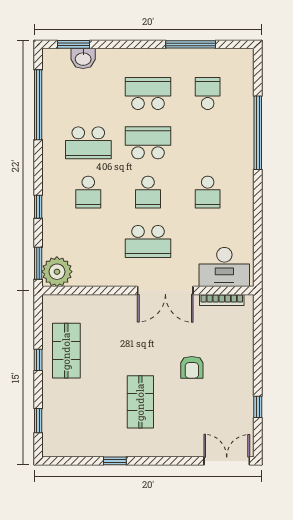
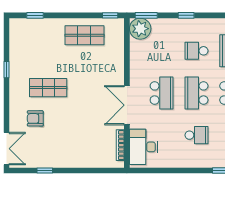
school desk: (148, 192) -> (196, 93), width x1.85
school desk: (208, 192) -> (196, 135), turned 180
school desk: (148, 241) -> (162, 93), turned 180
window: (38, 360) -> (110, 15), moved
armchair: (192, 367) -> (35, 118), moved

